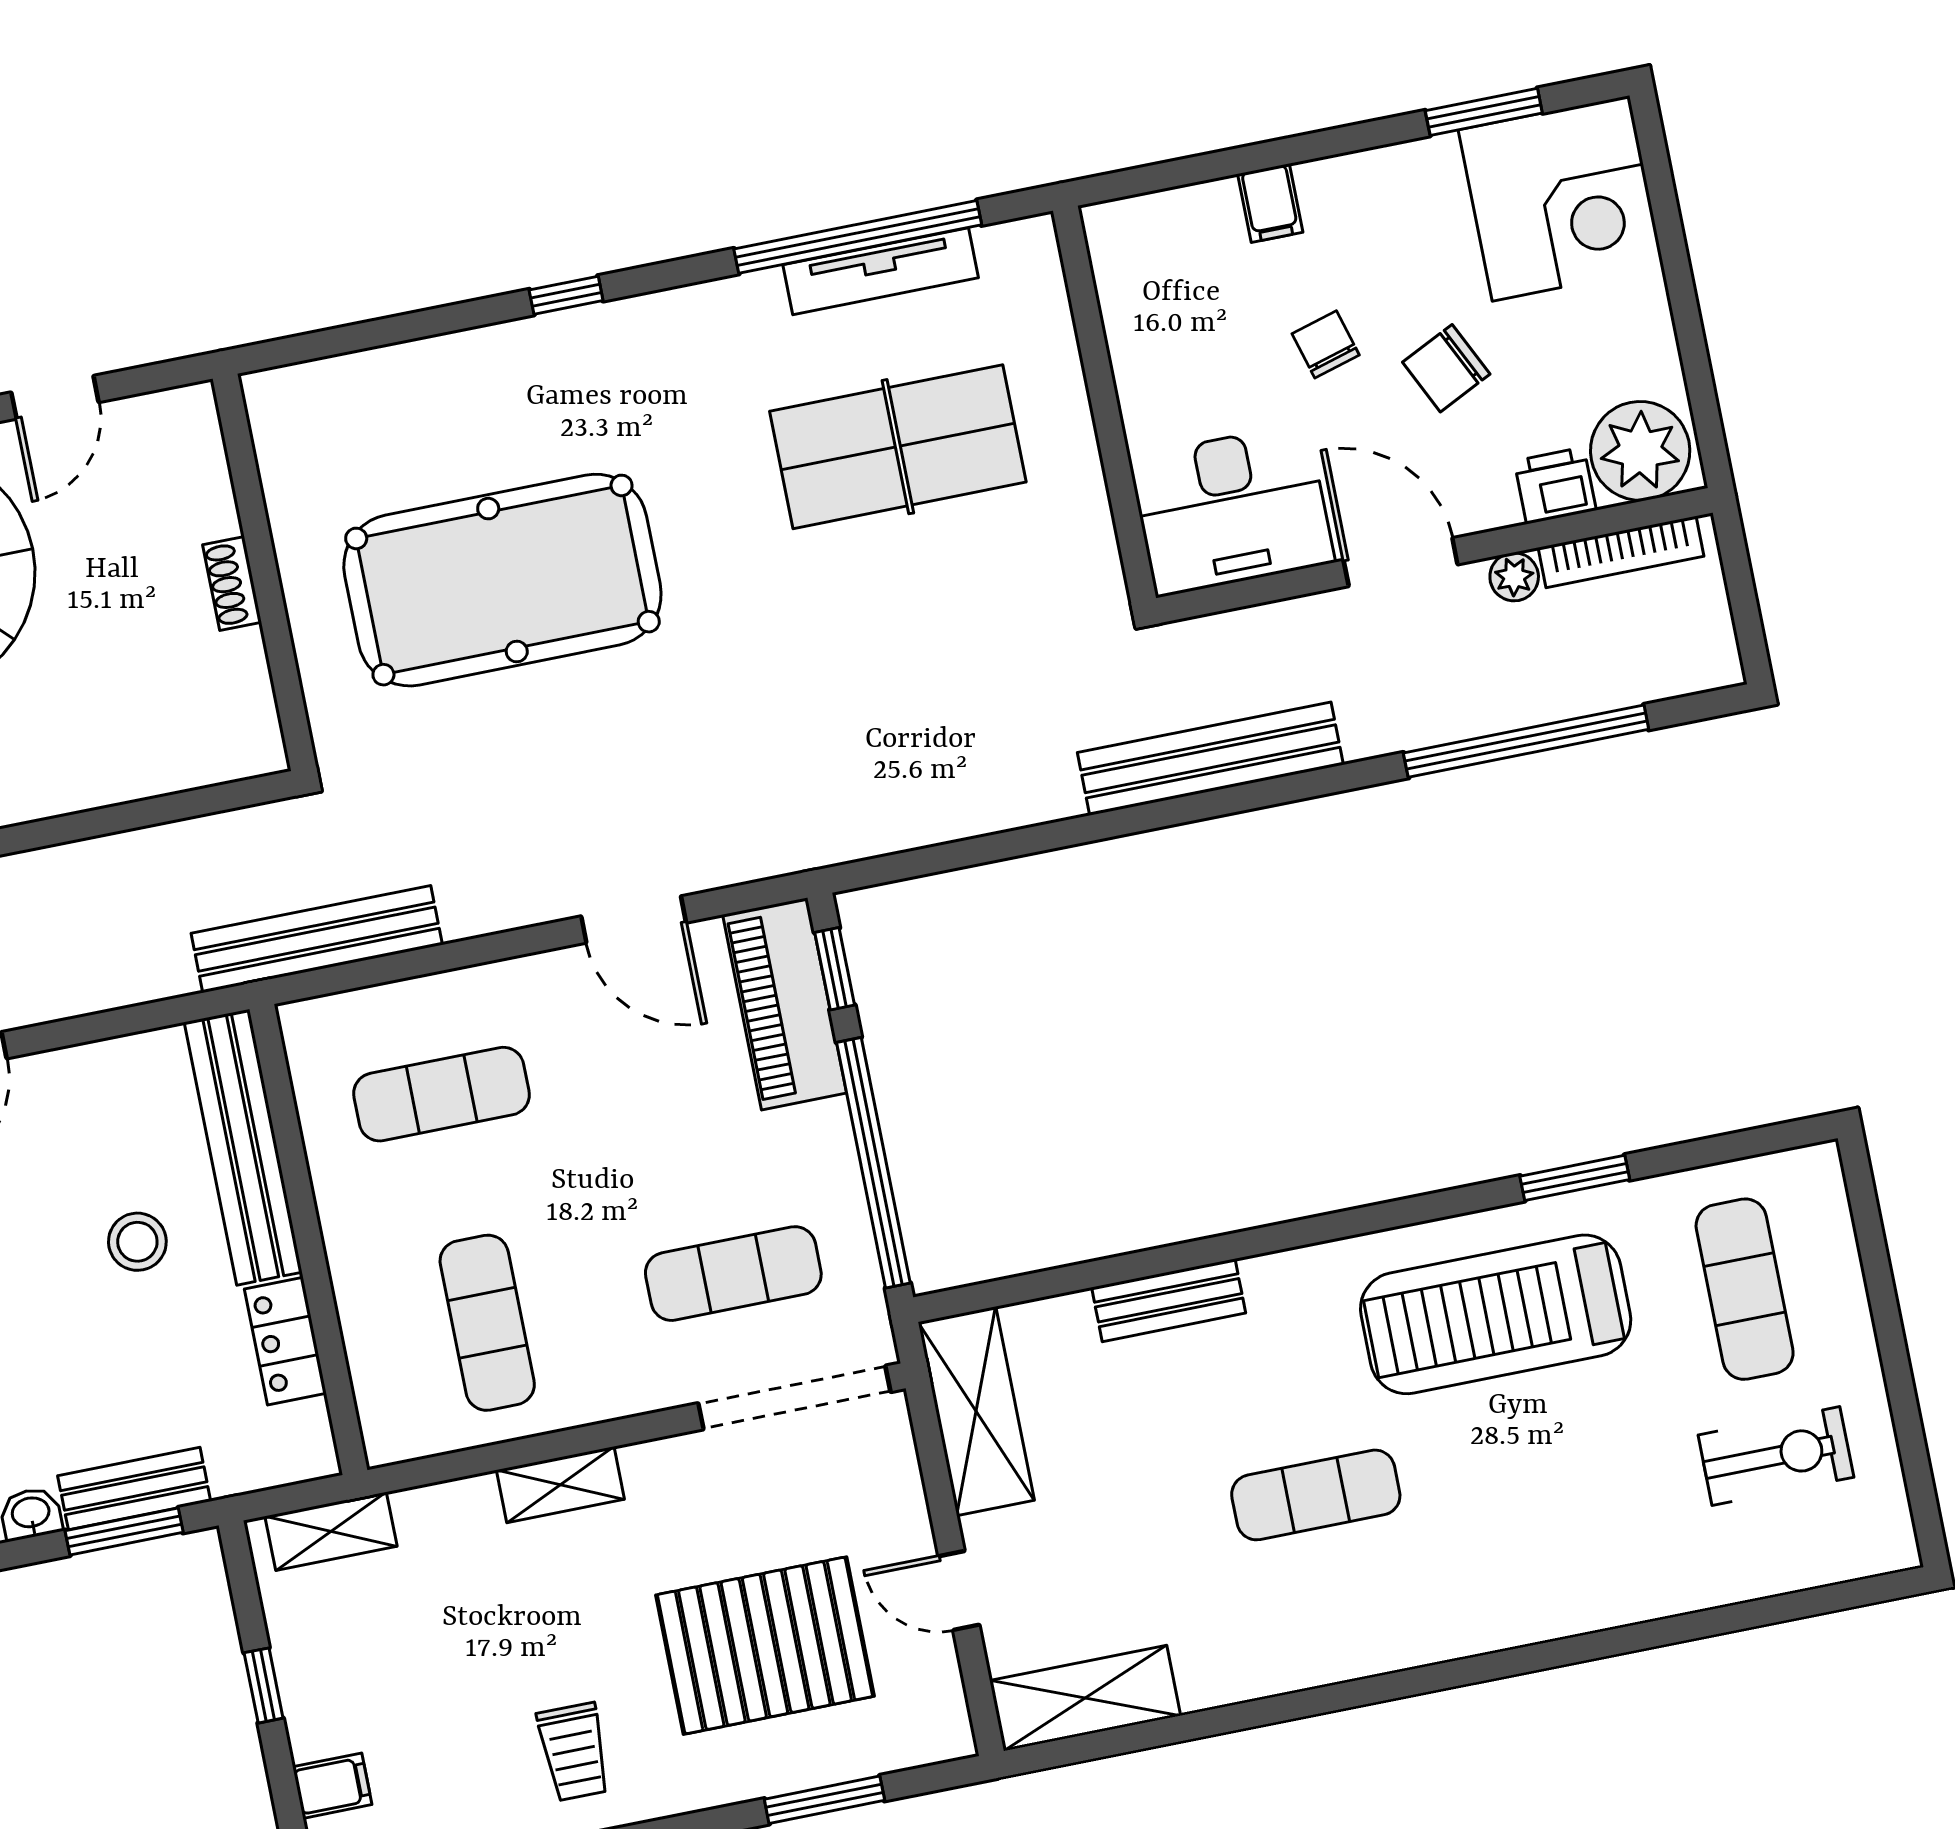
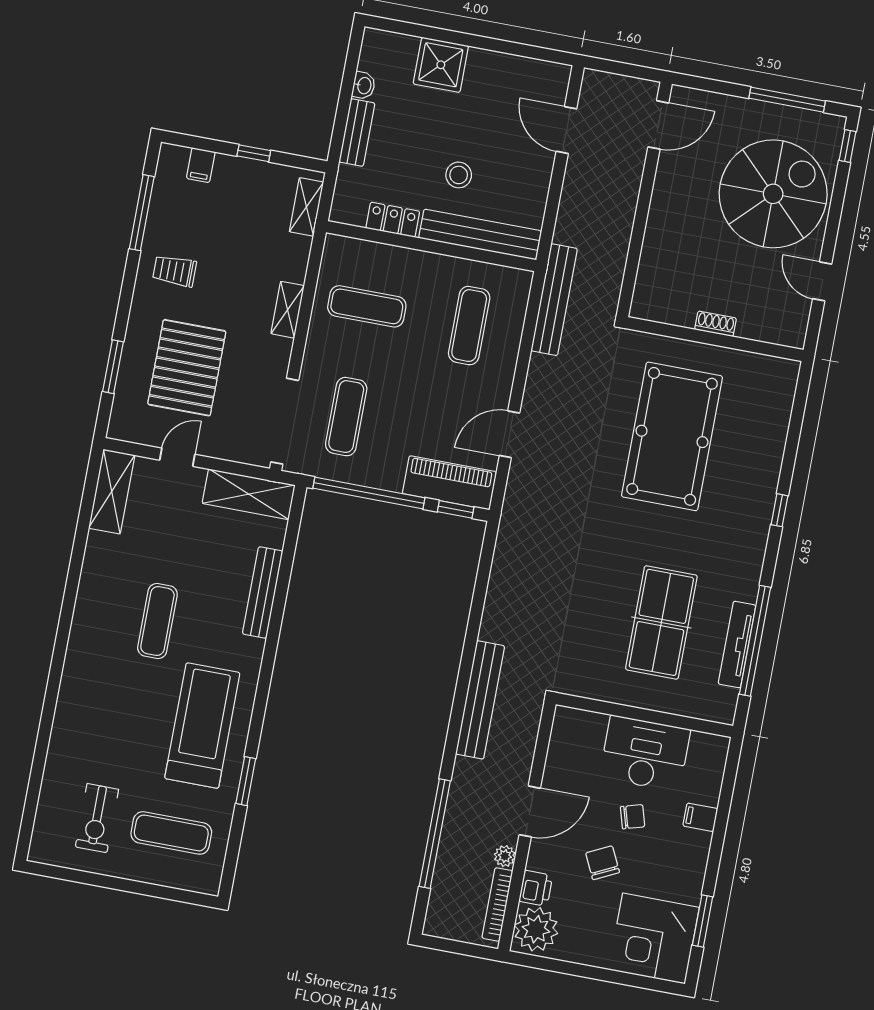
desk: (1232, 510) -> (645, 754), moved, turned 90
bench: (1169, 1300) -> (263, 592), width x1.36
window: (124, 1532) -> (341, 121), removed

